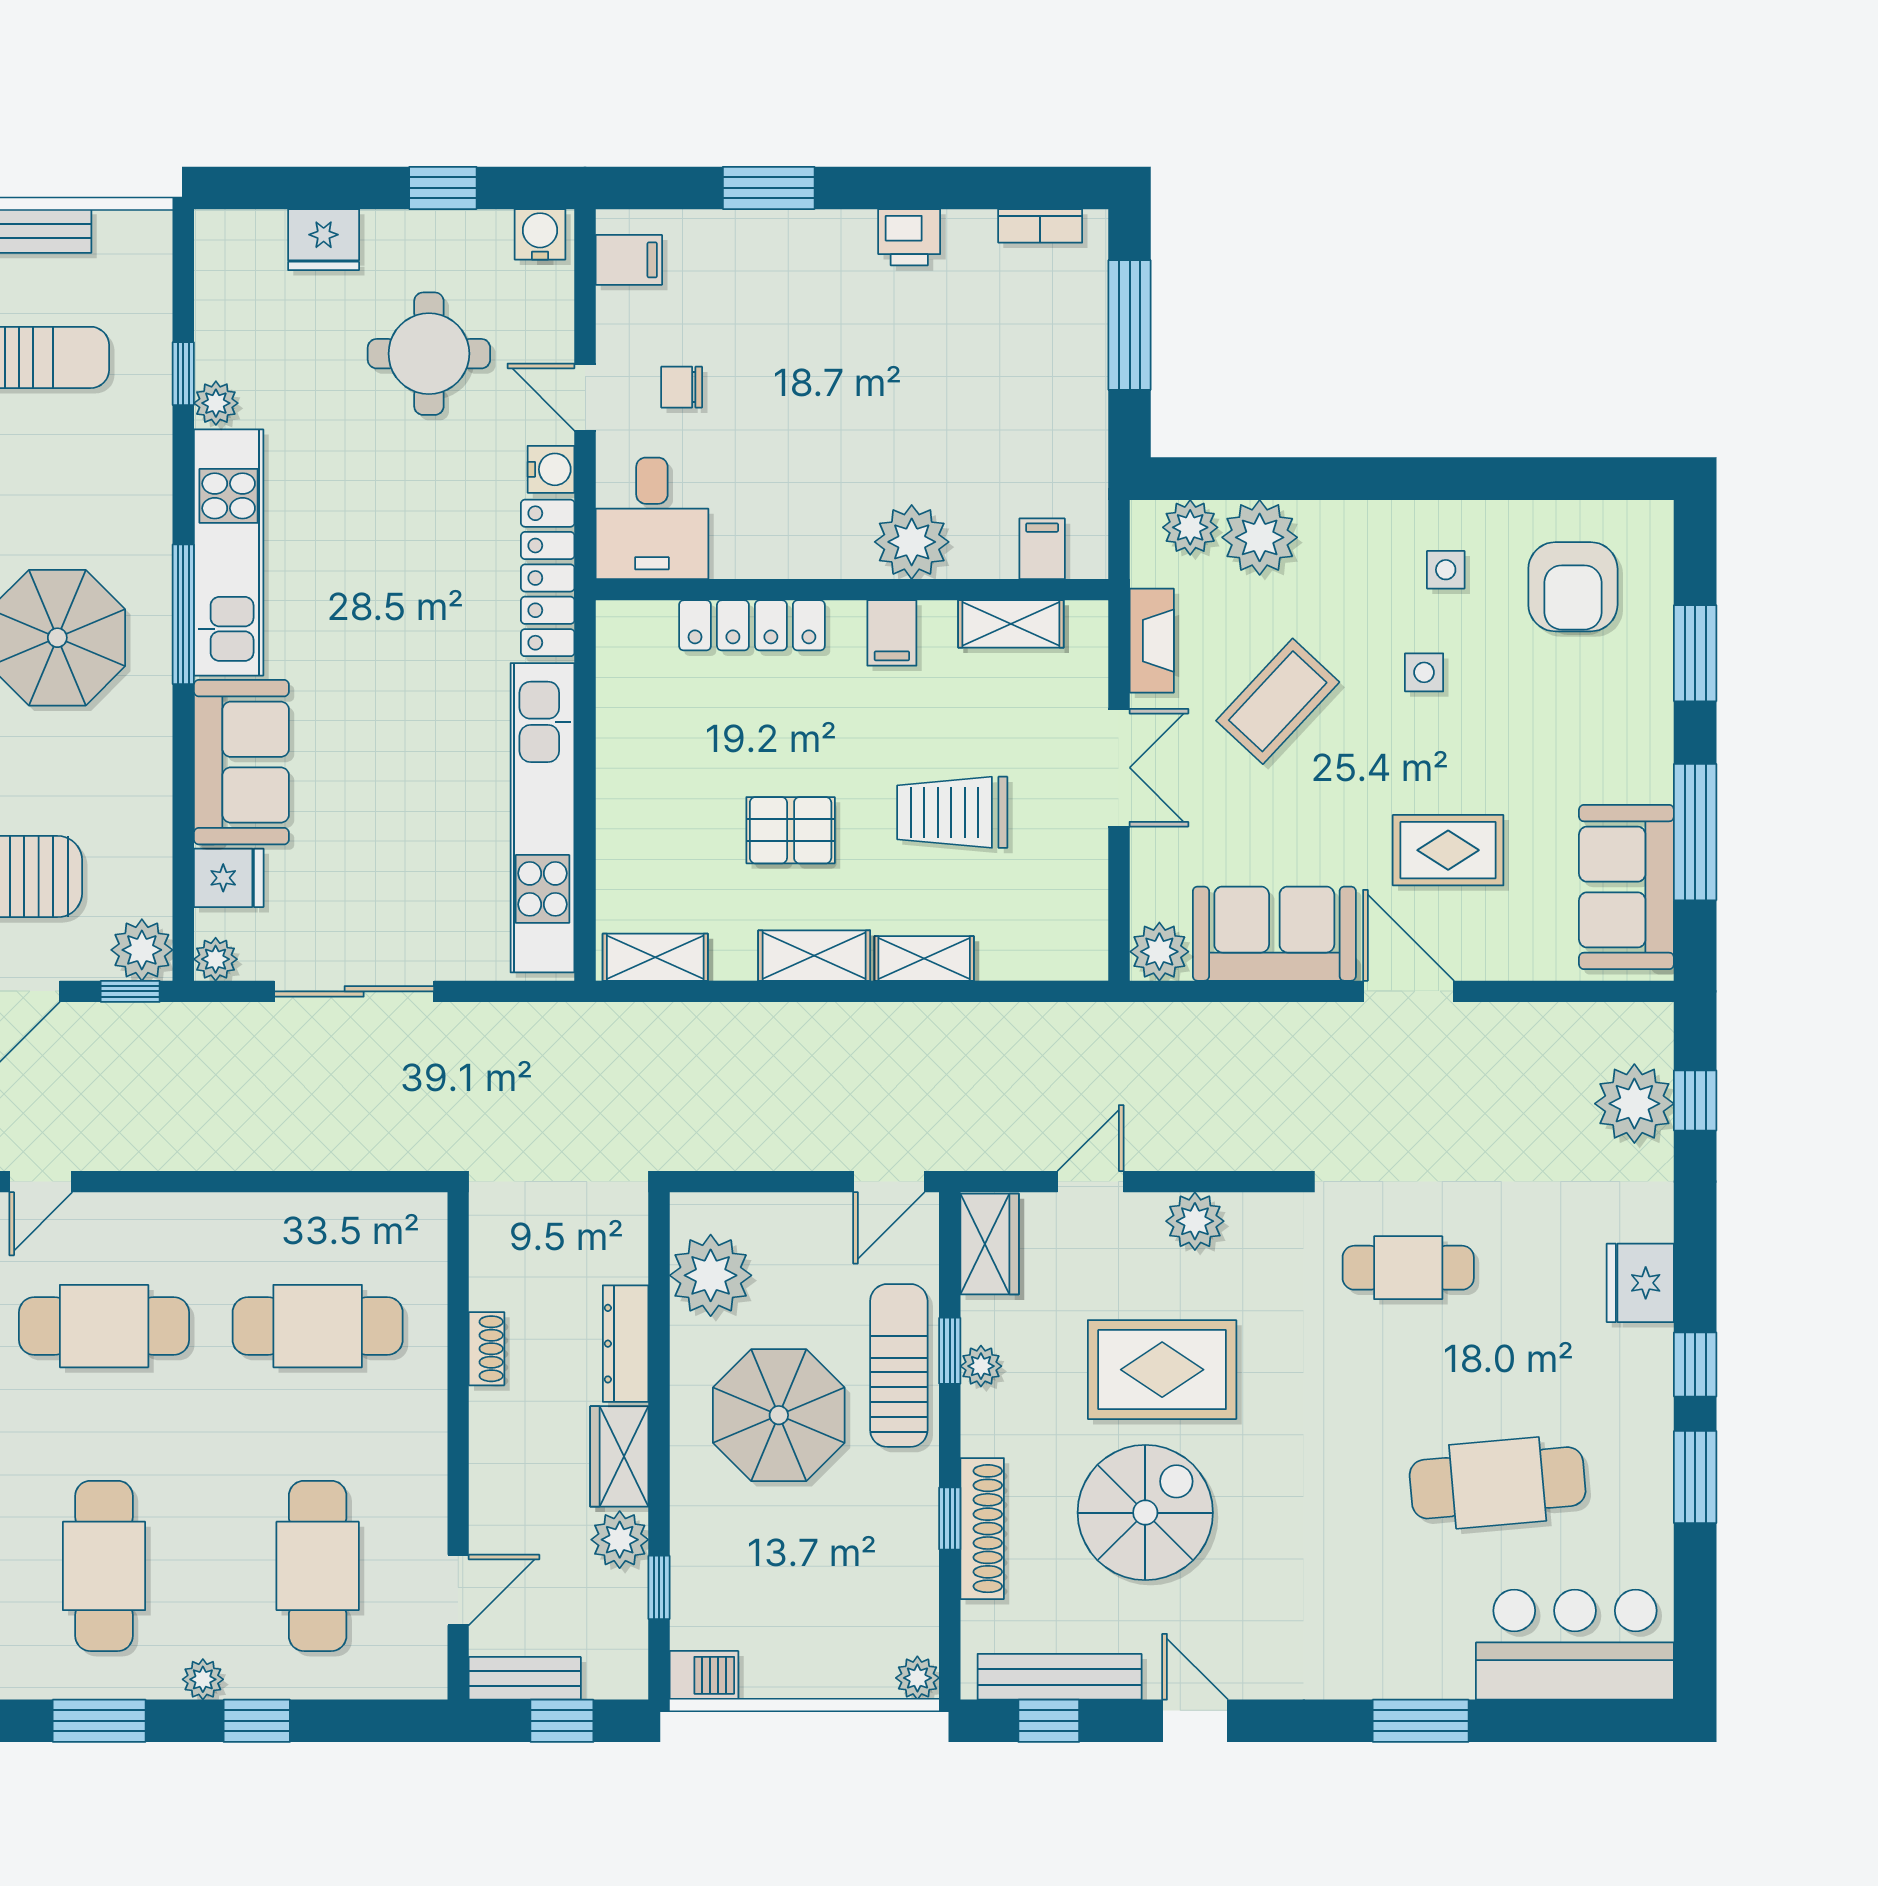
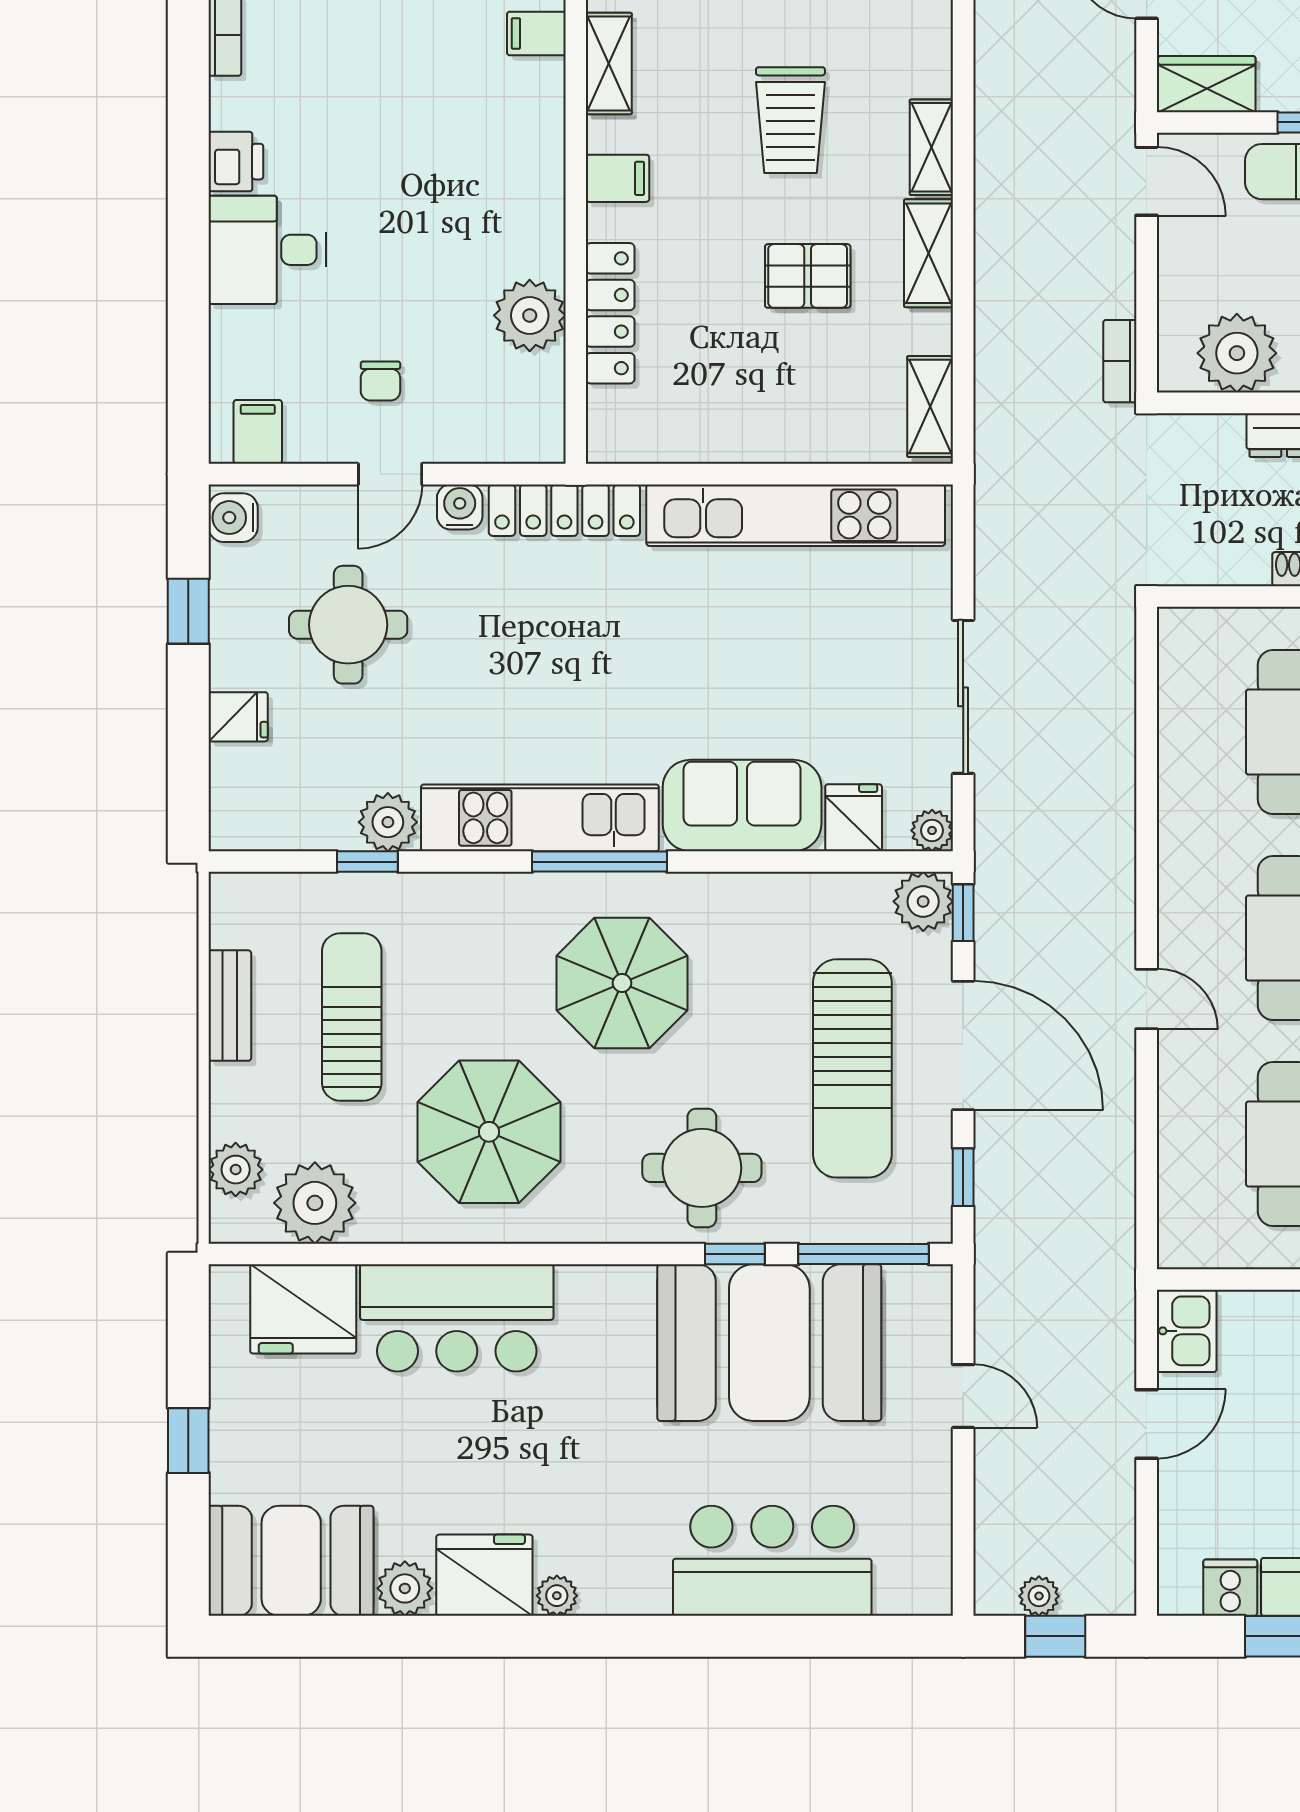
window: (769, 188) -> (188, 297), removed
fridge: (324, 240) -> (238, 717), width x0.72
plant: (216, 403) -> (388, 822), width x1.38, depth x1.38
desk: (652, 518) -> (267, 250), moved, turned 180
plant: (912, 542) -> (530, 315), moved
pallet: (791, 830) -> (808, 276), turned 90
bookcase: (702, 1154) -> (1120, 361), added

